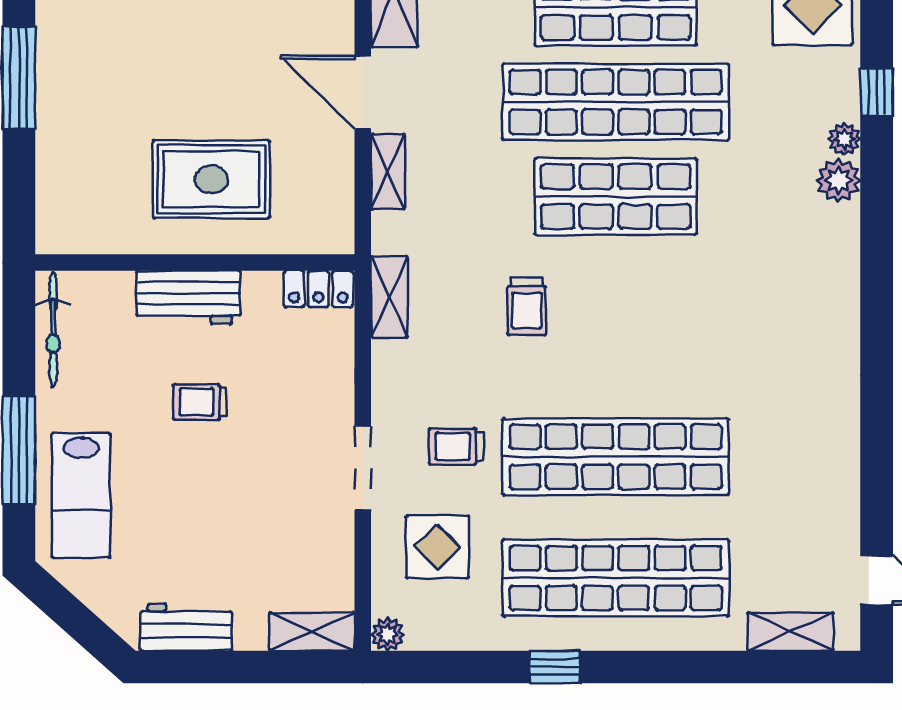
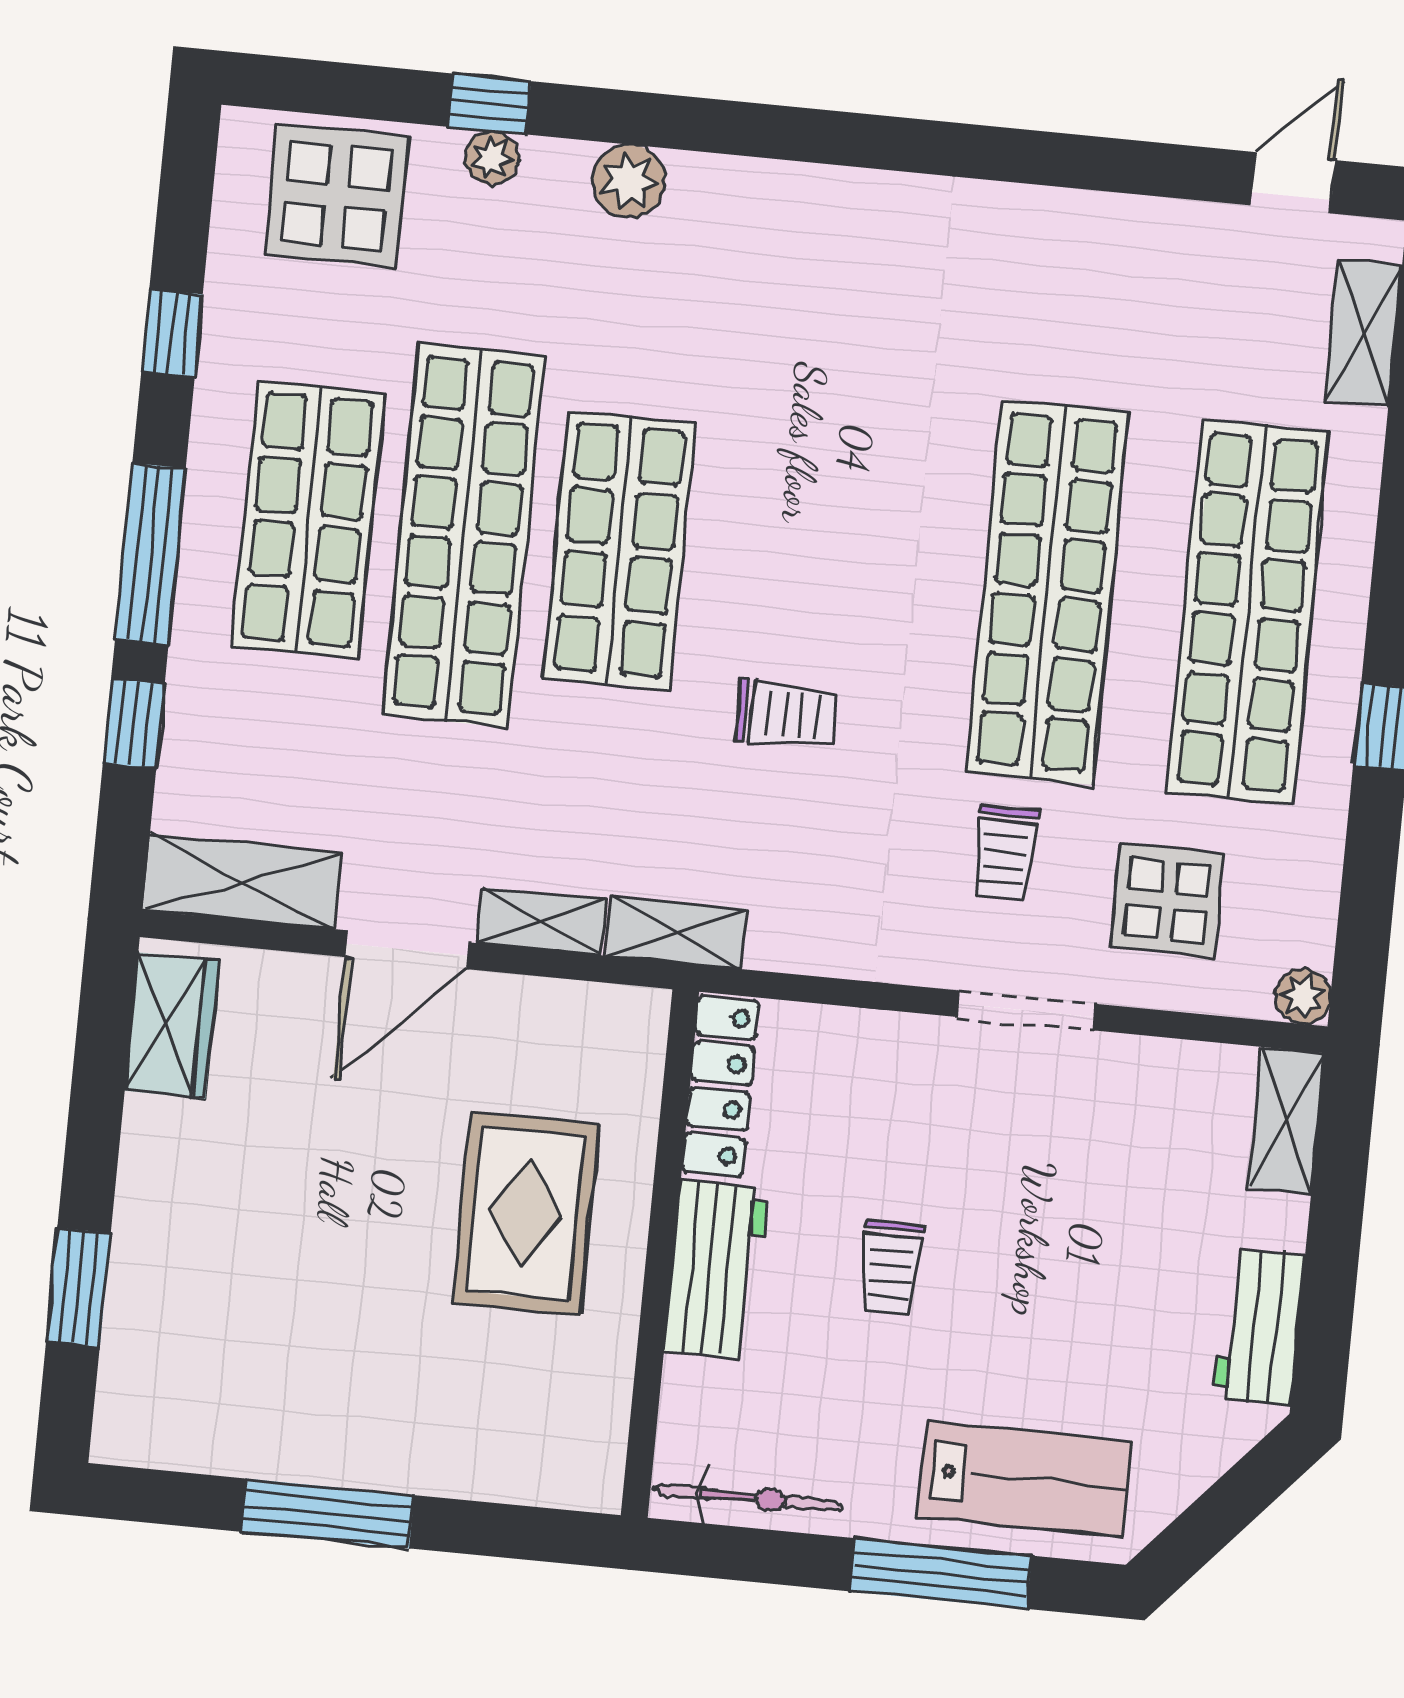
plant: (844, 139) -> (492, 158), moved
locker: (318, 289) -> (720, 1086), width x1.53
shelving: (389, 297) -> (676, 932), moved

